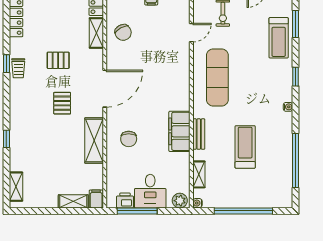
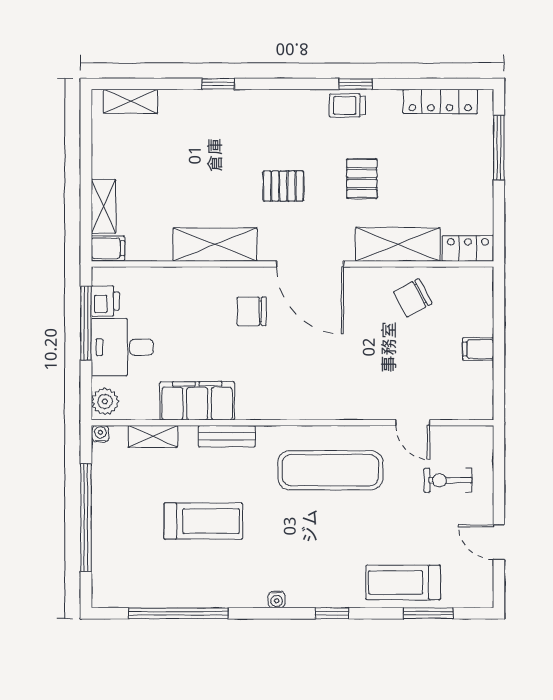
shelving: (96, 33) -> (398, 244), width x1.50, depth x1.33
filing cabinet: (179, 131) -> (197, 401), moved
chair: (129, 139) -> (252, 311), moved

